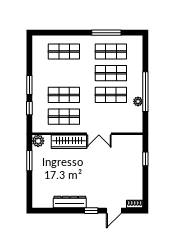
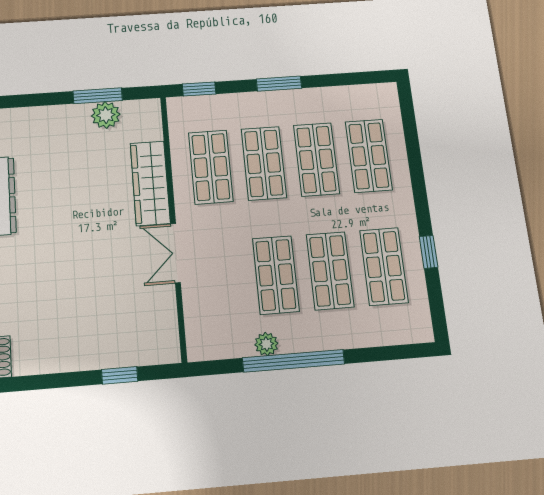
window: (106, 33) -> (429, 252), width x0.46
shop shelf: (64, 73) -> (316, 159), added
window: (29, 108) -> (199, 89), moved
plant: (38, 141) -> (106, 115), moved

